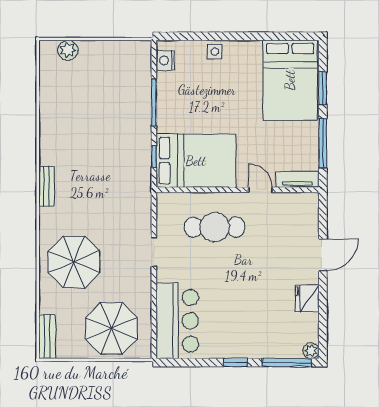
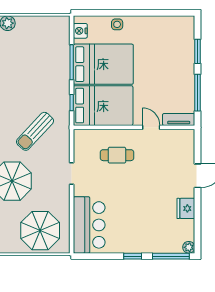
bed: (290, 80) -> (103, 64), moved, turned -90
sun lounger: (105, 195) -> (35, 131), added
cafe table: (215, 227) -> (117, 155), width x0.73, depth x0.74

